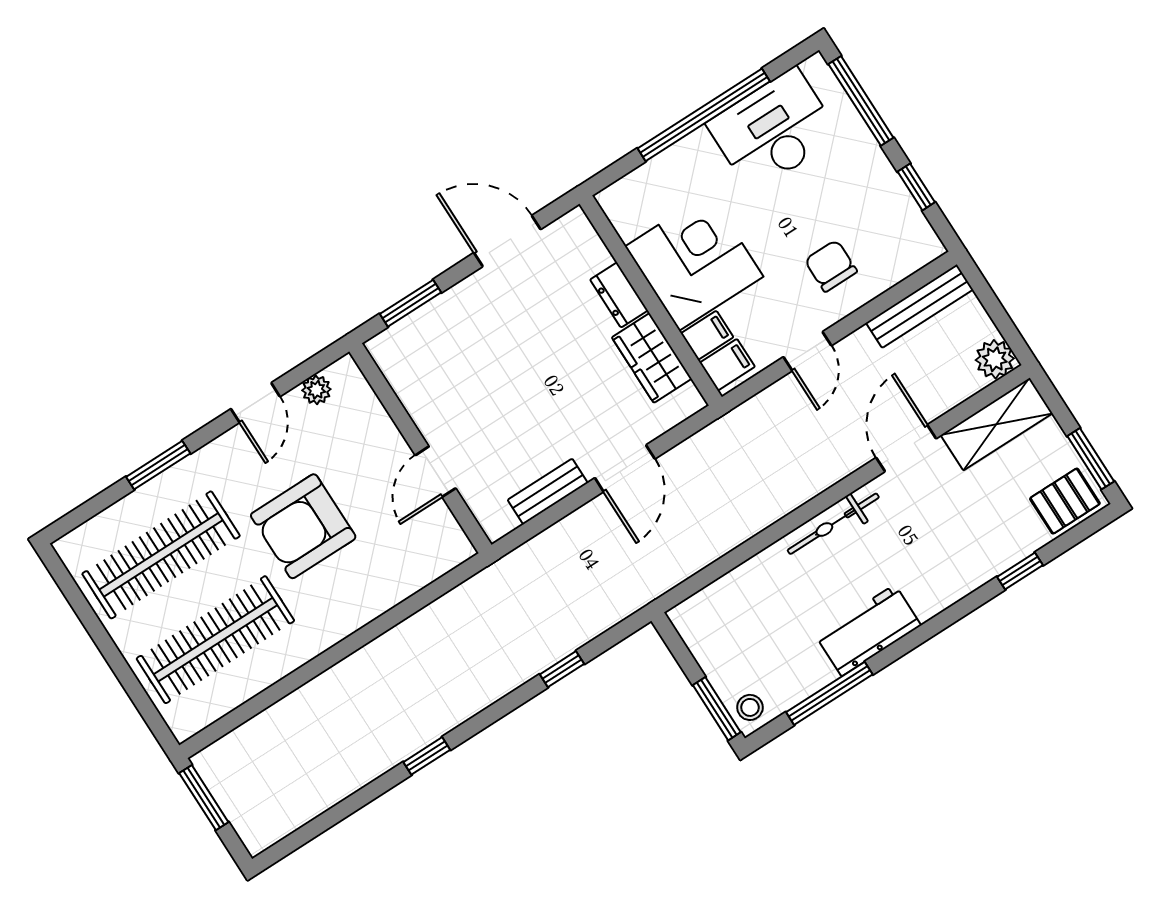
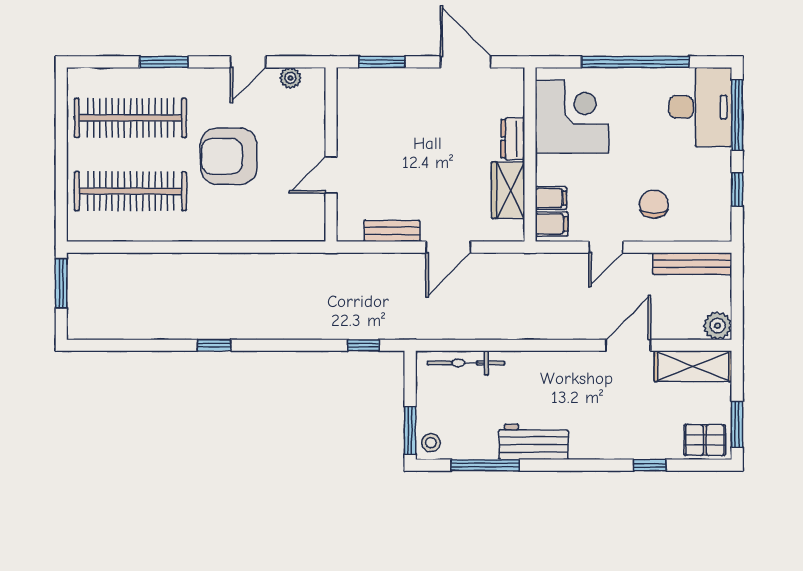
desk: (773, 130) -> (700, 107), moved, turned 90
corner desk: (694, 261) -> (572, 117), moved
bicycle: (833, 524) -> (466, 363), moved
window: (562, 669) -> (363, 345), moved

